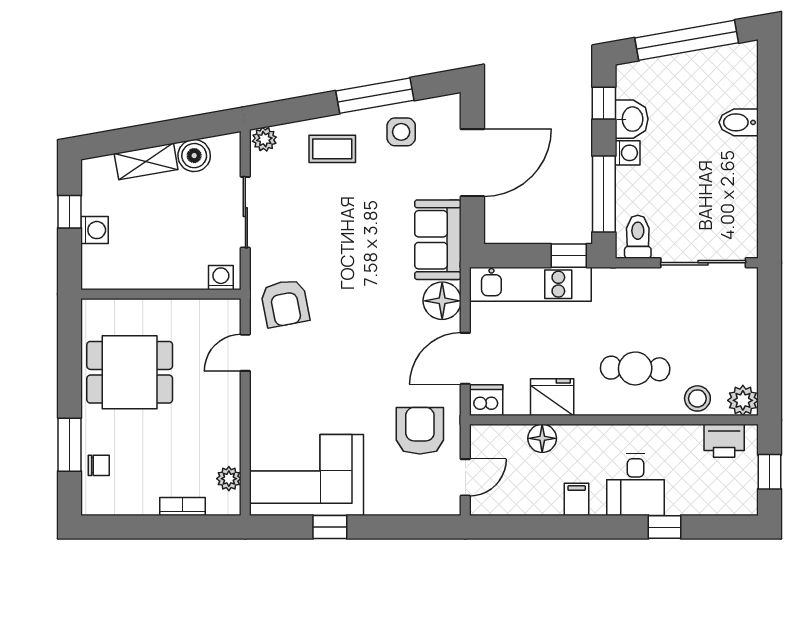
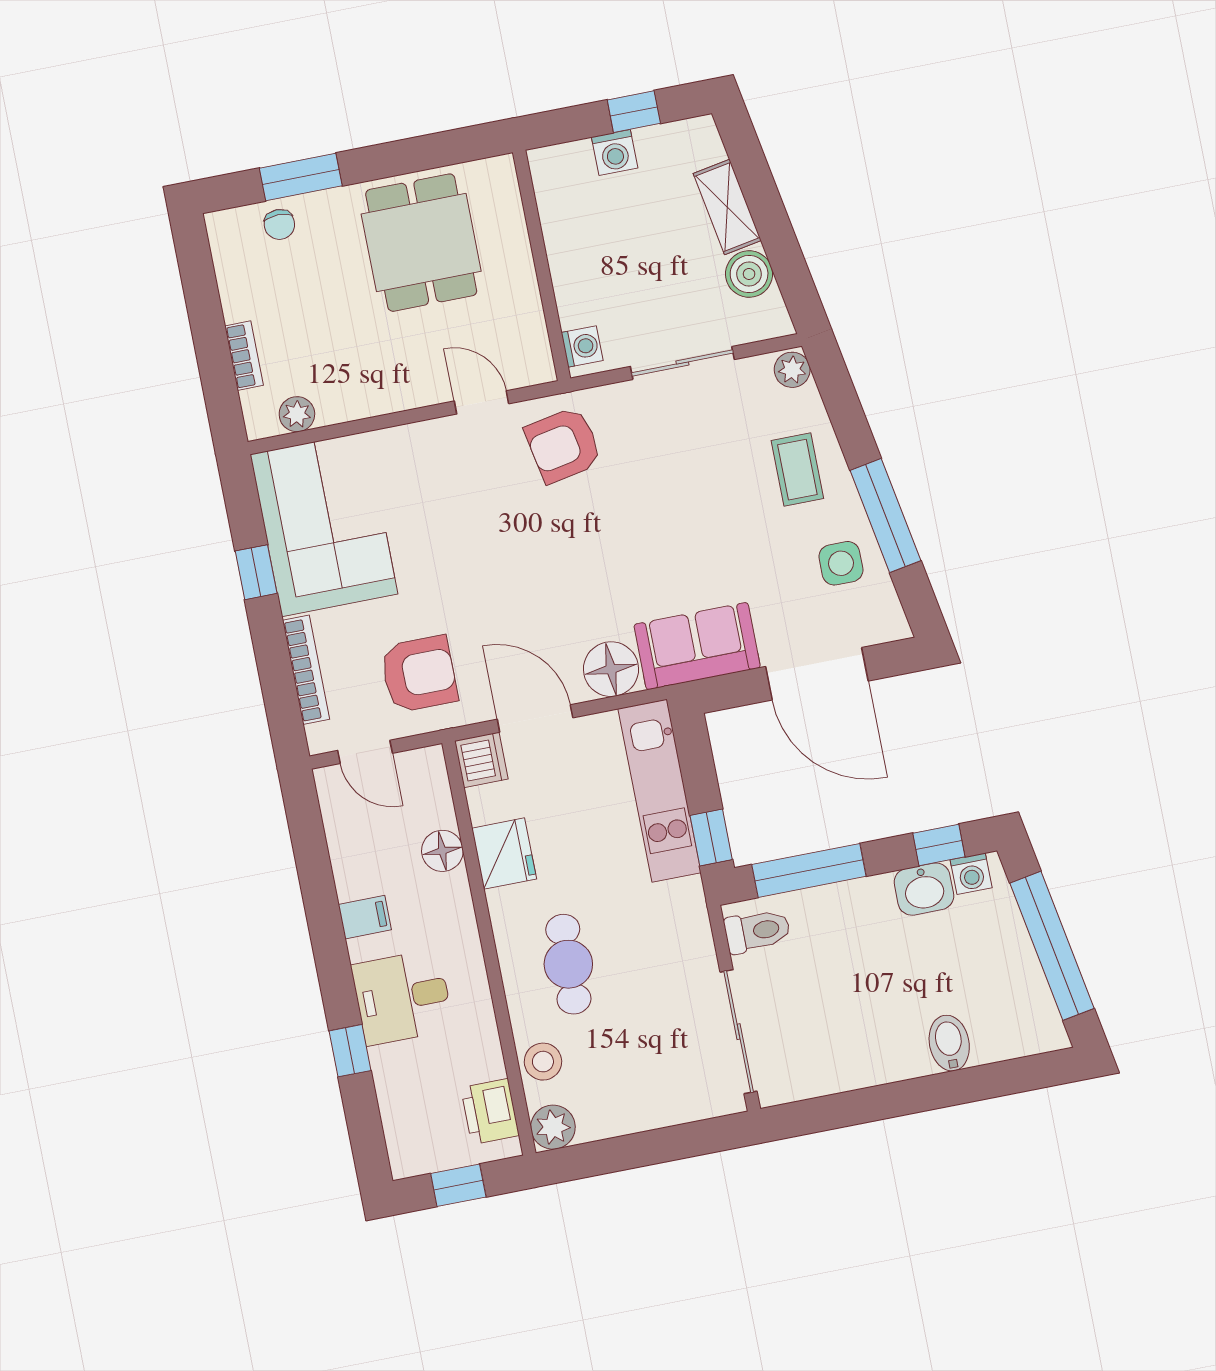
washing machine: (628, 153) -> (971, 874), moved
bookcase: (402, 506) -> (306, 670), added

